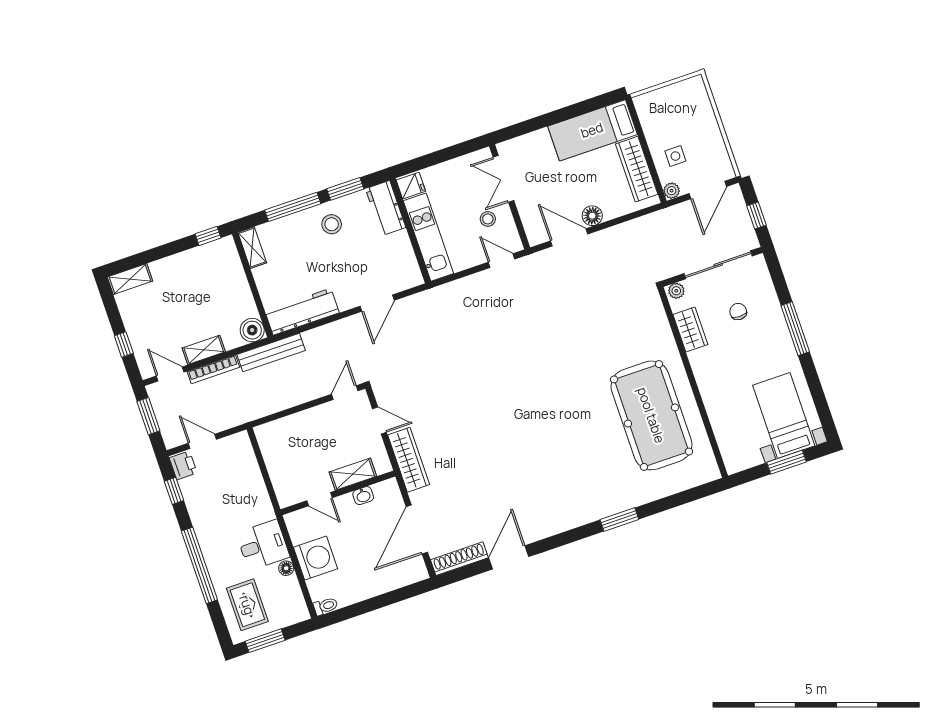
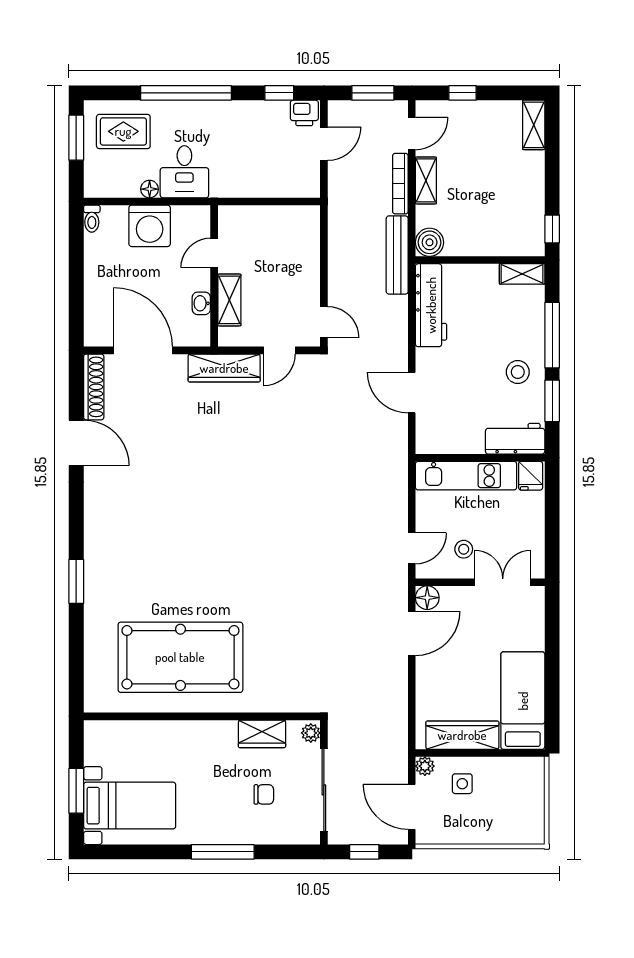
floor lamp: (592, 216) -> (427, 598), moved

